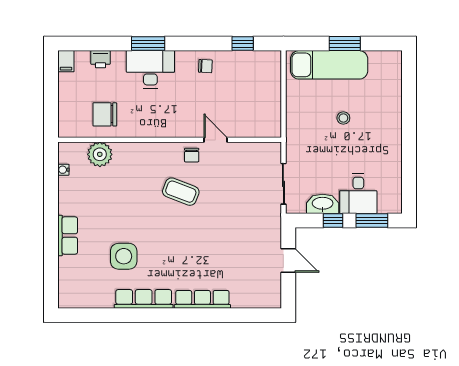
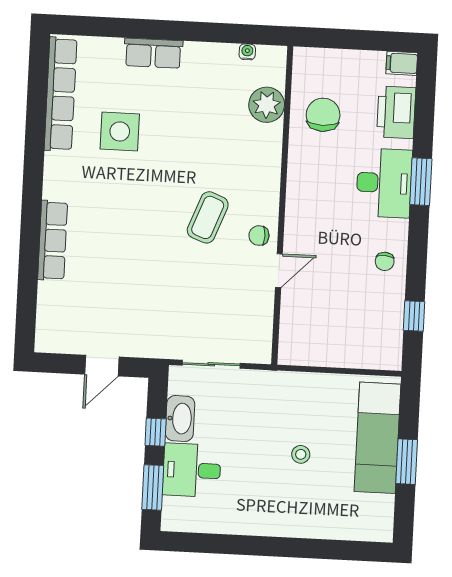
printer: (100, 59) -> (396, 112), width x1.87, depth x1.48
row of seats: (144, 299) -> (61, 94), moved, width x1.36

